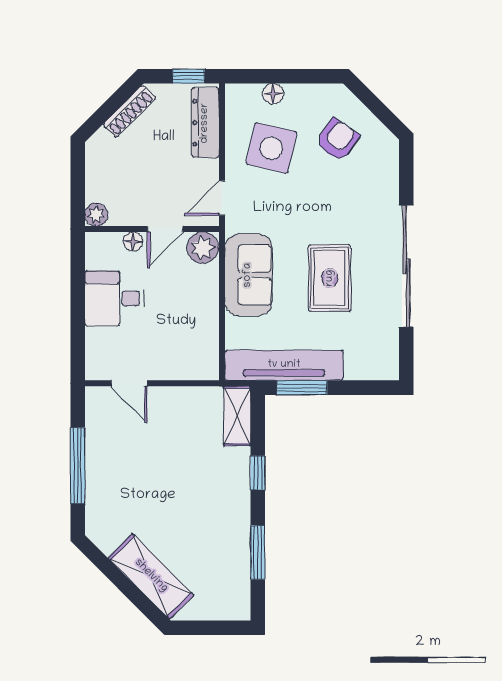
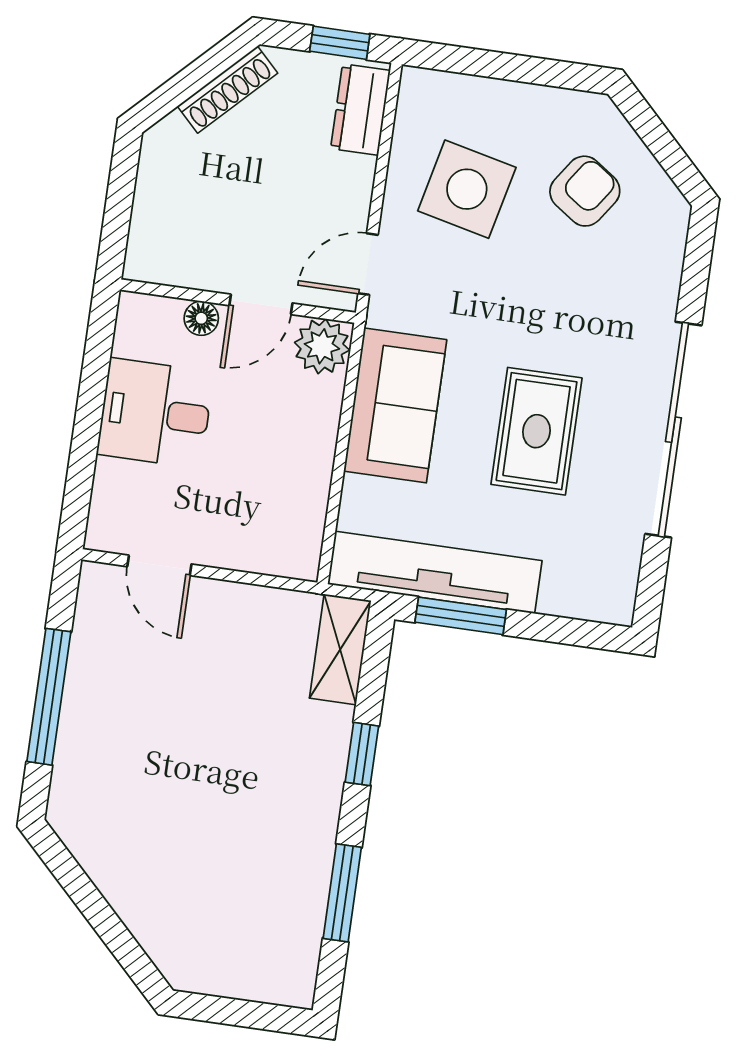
floor lamp: (273, 94) -> (483, 94), removed
dresser: (205, 123) -> (360, 110), width x0.70
plant: (96, 215) -> (144, 262), removed
shelving: (151, 576) -> (149, 909), removed

